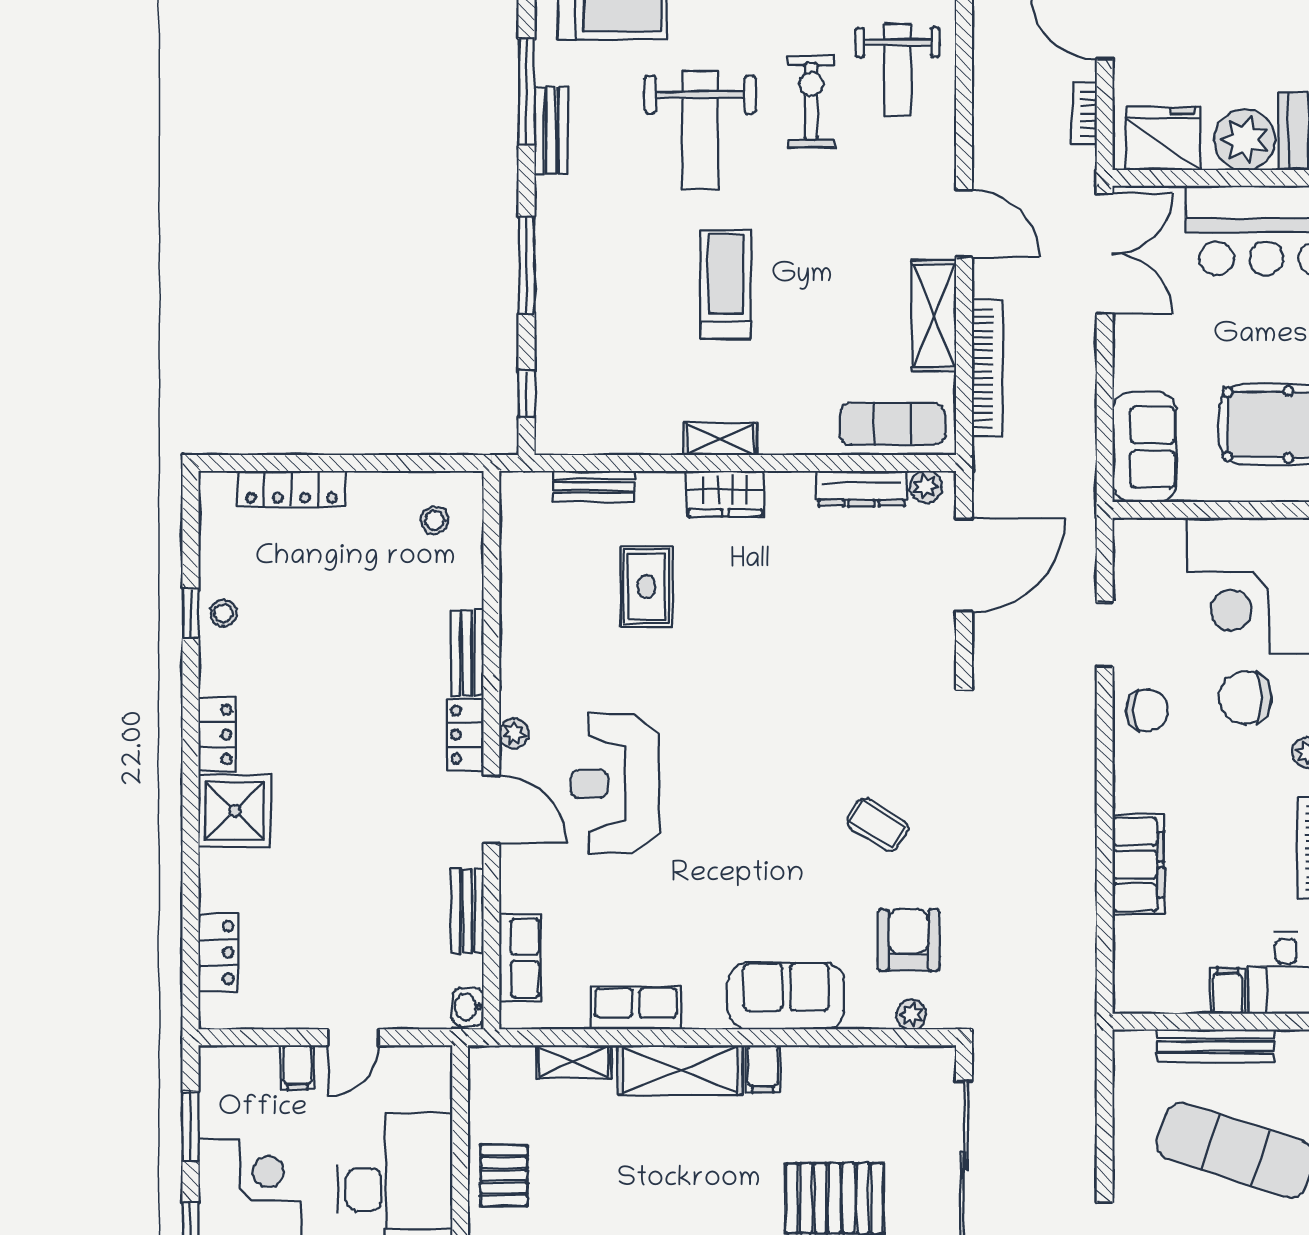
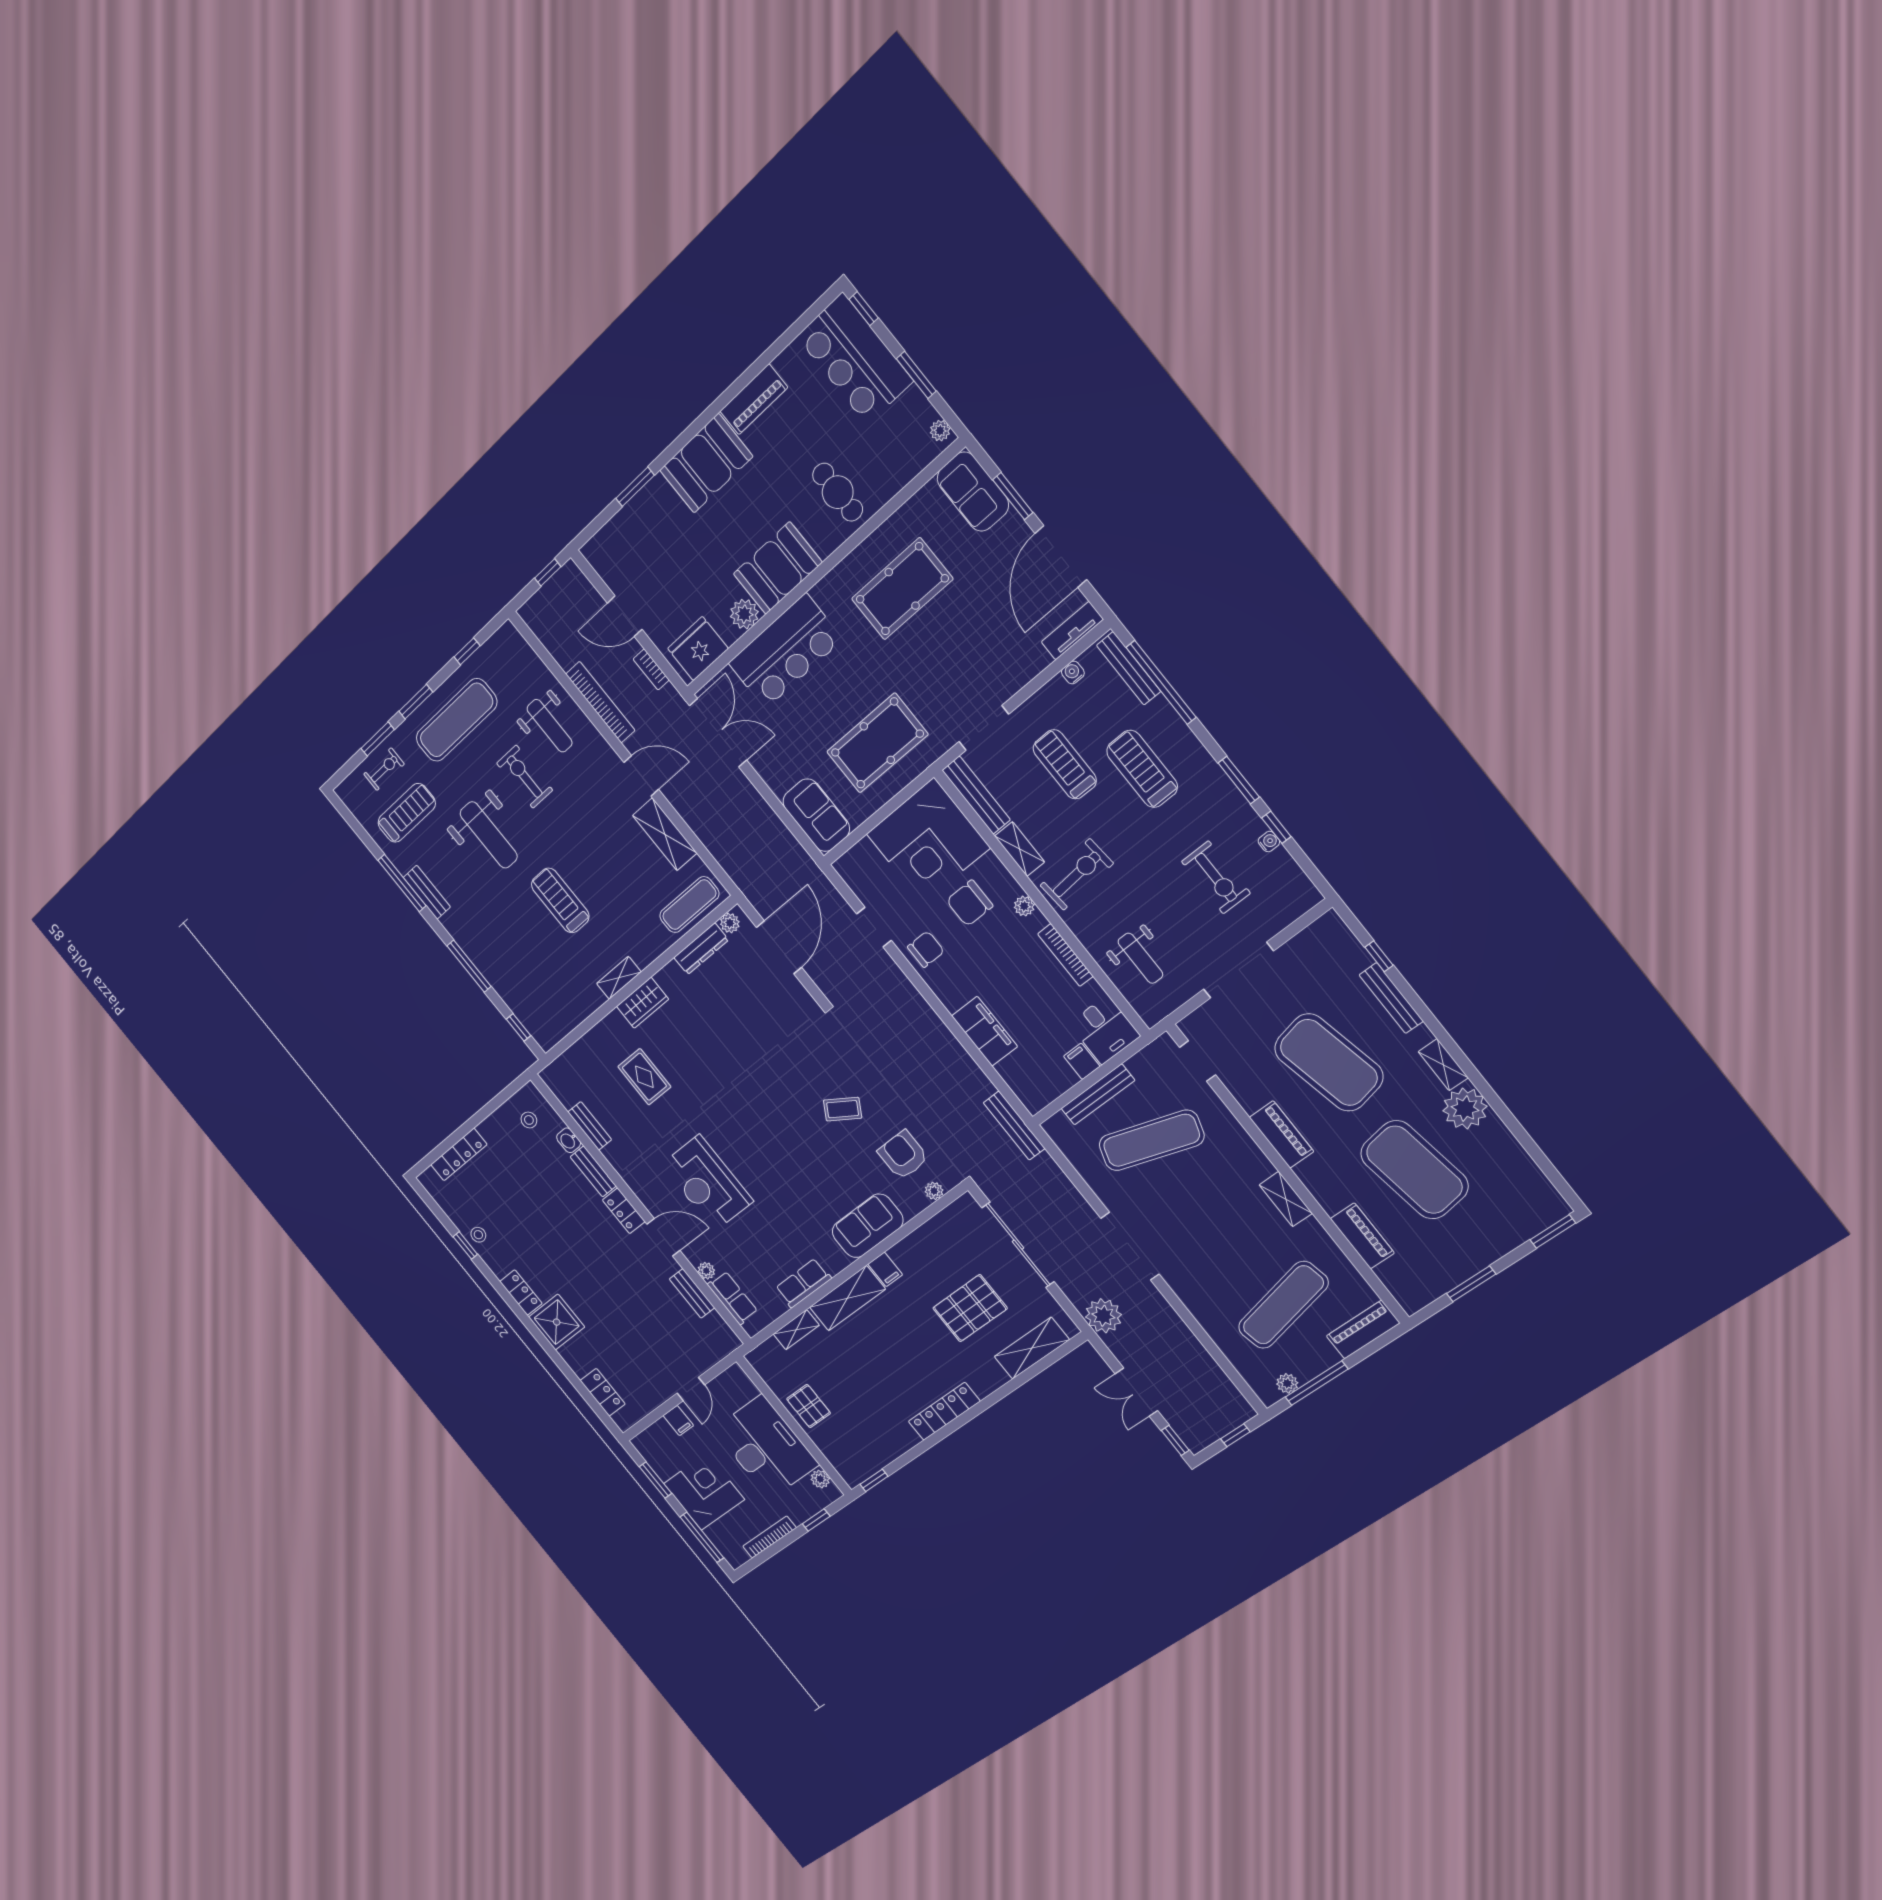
plant: (1245, 140) -> (744, 614), width x0.73, depth x0.73
bookcase: (987, 368) -> (600, 702), moved
bench: (594, 486) -> (590, 1126), moved, turned 90
plant: (514, 733) -> (706, 1271), moved
washbasin: (468, 1007) -> (569, 1140), moved
bench: (1081, 1008) -> (1014, 1126), added

